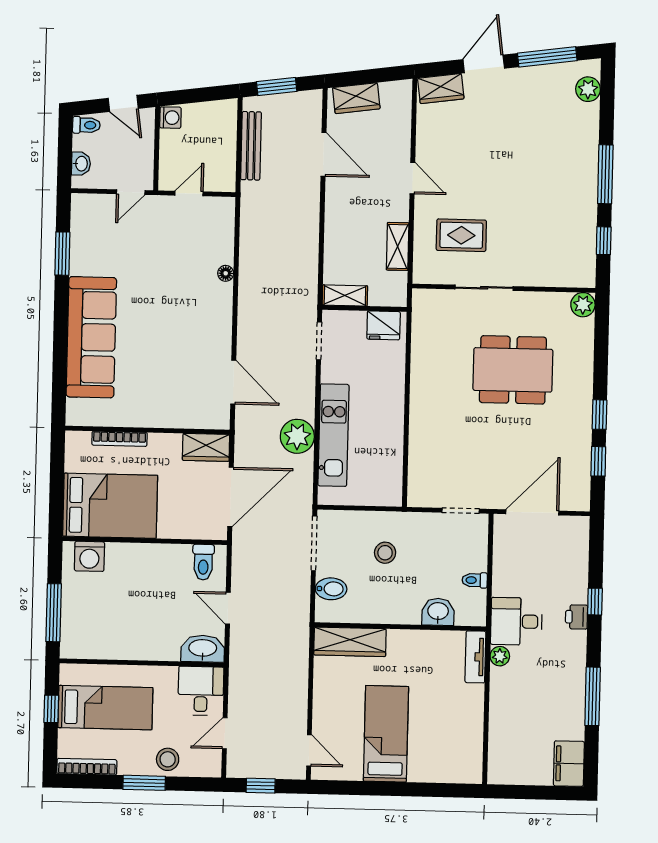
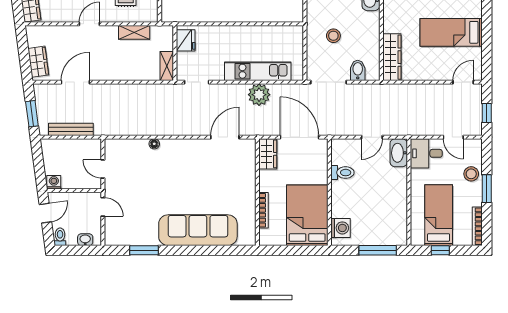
toilet: (203, 562) -> (342, 173), moved

